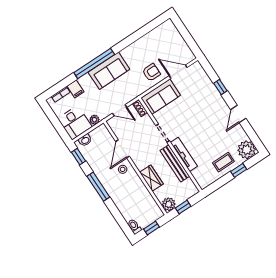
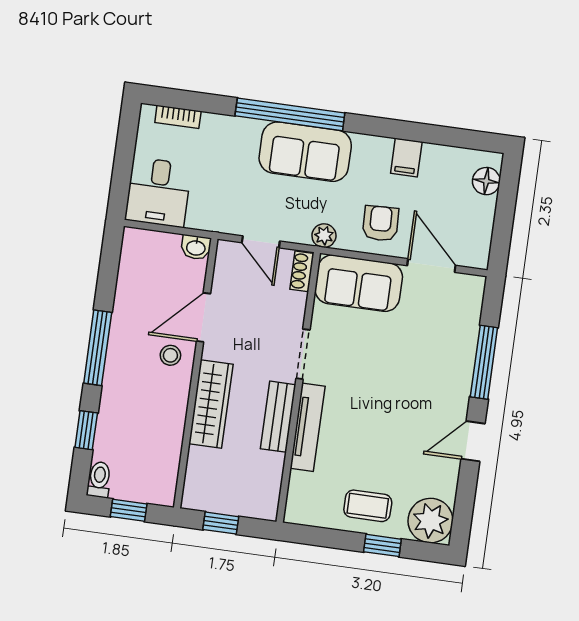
floor lamp: (172, 31) -> (486, 181), added
armchair: (151, 72) -> (381, 223), turned -92
window: (220, 87) -> (484, 362), width x2.17
filing cabinet: (76, 89) -> (406, 158), moved
plant: (94, 120) -> (324, 236), moved
washbasin: (85, 140) -> (196, 247), moved
window: (79, 157) -> (86, 430), moved
bench: (175, 163) -> (278, 417), width x0.73
wardrobe: (151, 178) -> (211, 404), width x1.50
plant: (169, 204) -> (199, 494), removed

